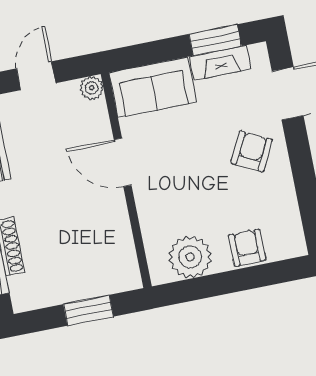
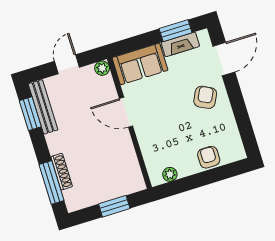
plant: (190, 257) -> (170, 174), width x0.53, depth x0.53

